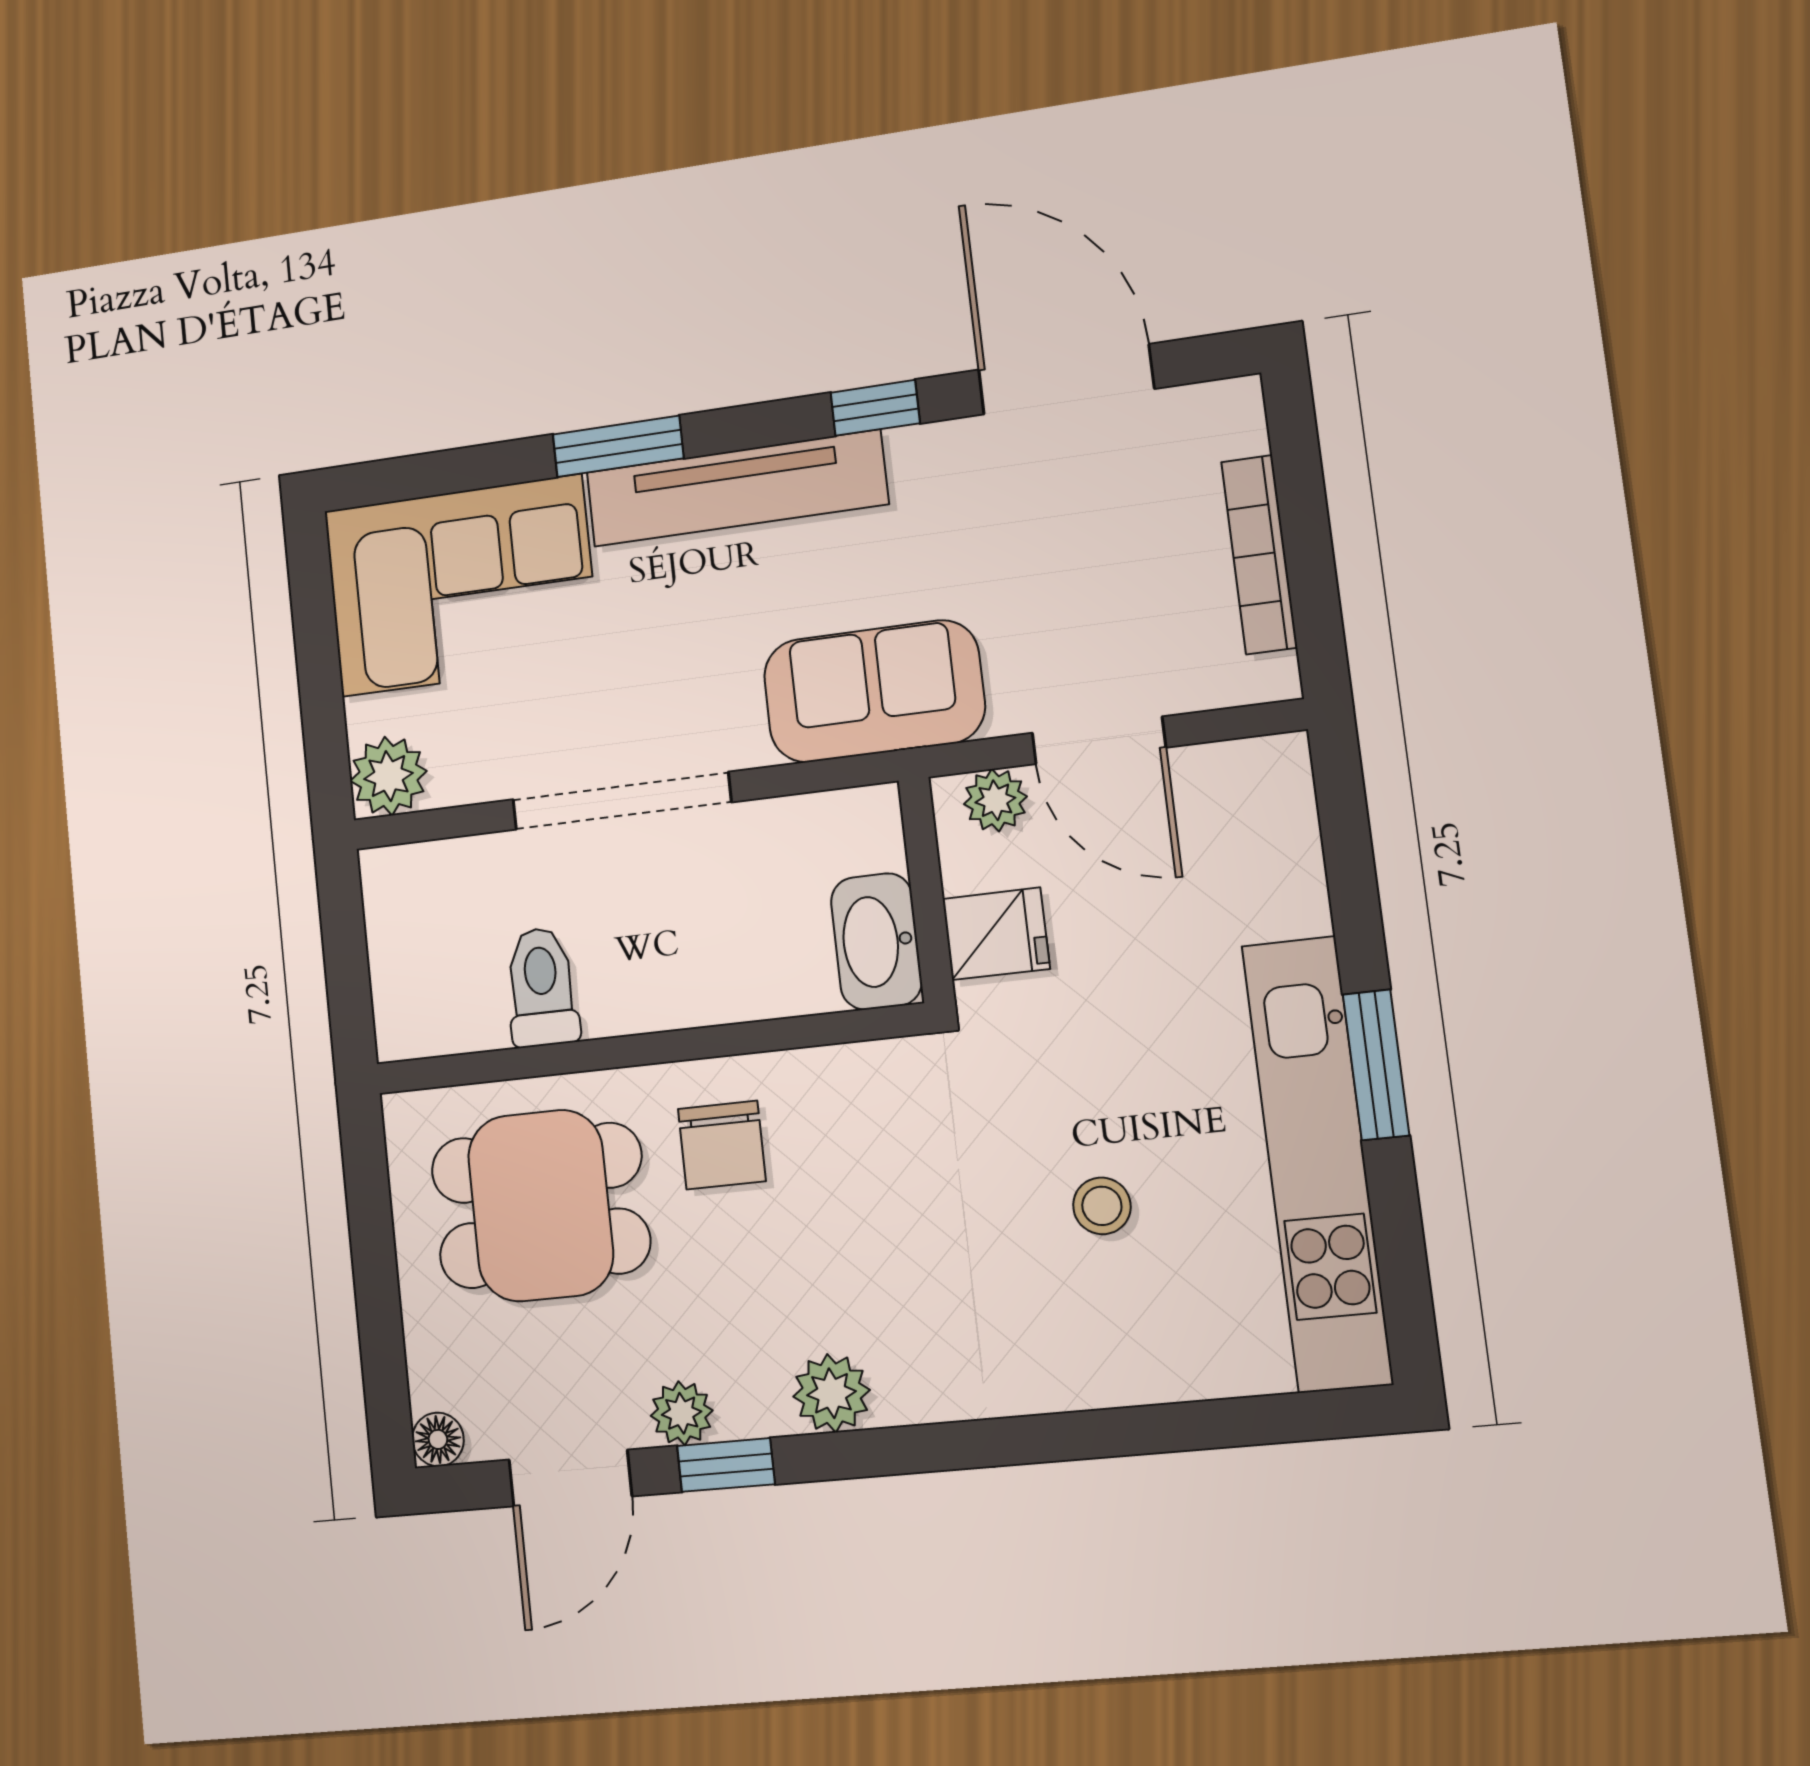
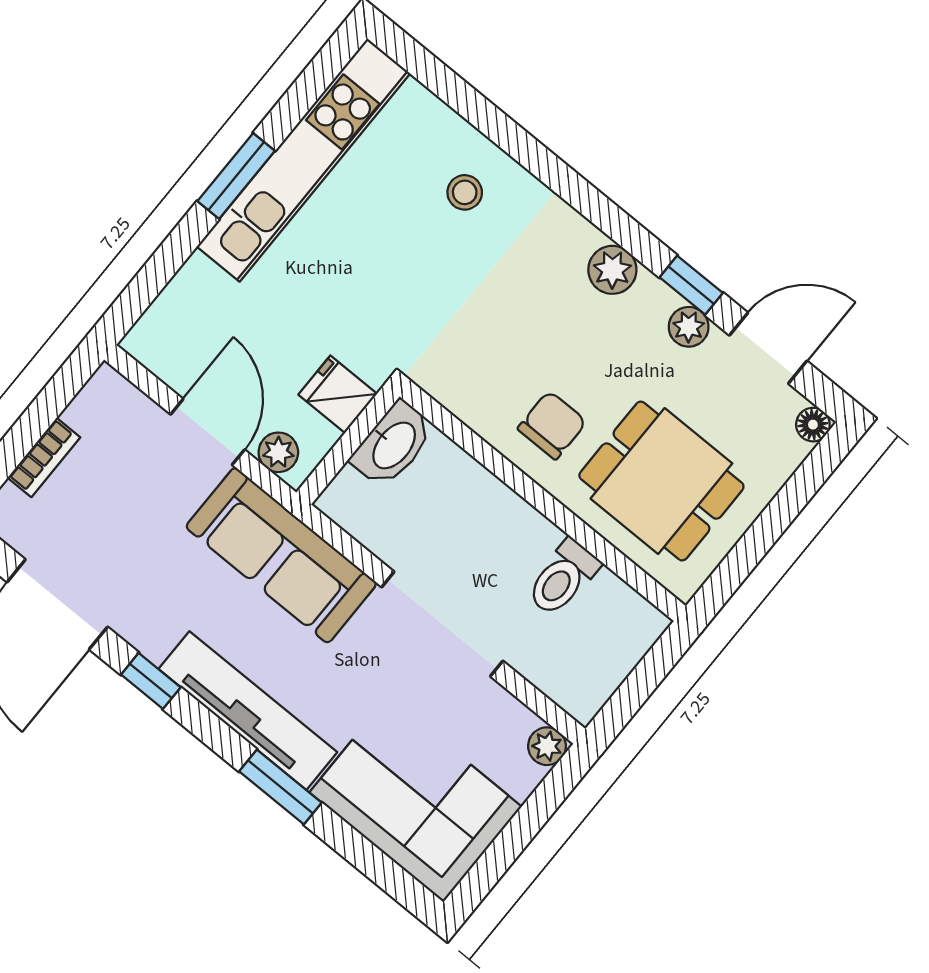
bookcase: (1259, 555) -> (44, 458), width x0.64
sofa: (874, 691) -> (281, 555), width x1.36
plant: (388, 776) -> (547, 746), width x0.73, depth x0.73
stool: (1102, 1206) -> (465, 192), moved

